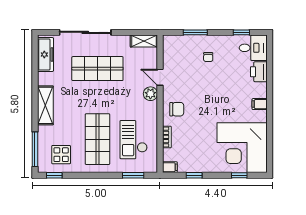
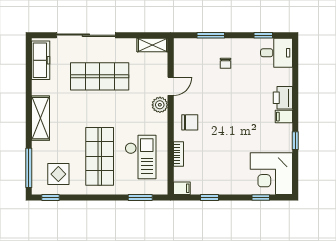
printer: (259, 72) -> (283, 98), moved
door: (160, 77) -> (171, 86), swing flipped
window: (270, 125) -> (295, 141), added
checkout: (134, 140) -> (141, 157), turned 180
corner desk: (242, 148) -> (271, 174), width x0.74, depth x0.74

